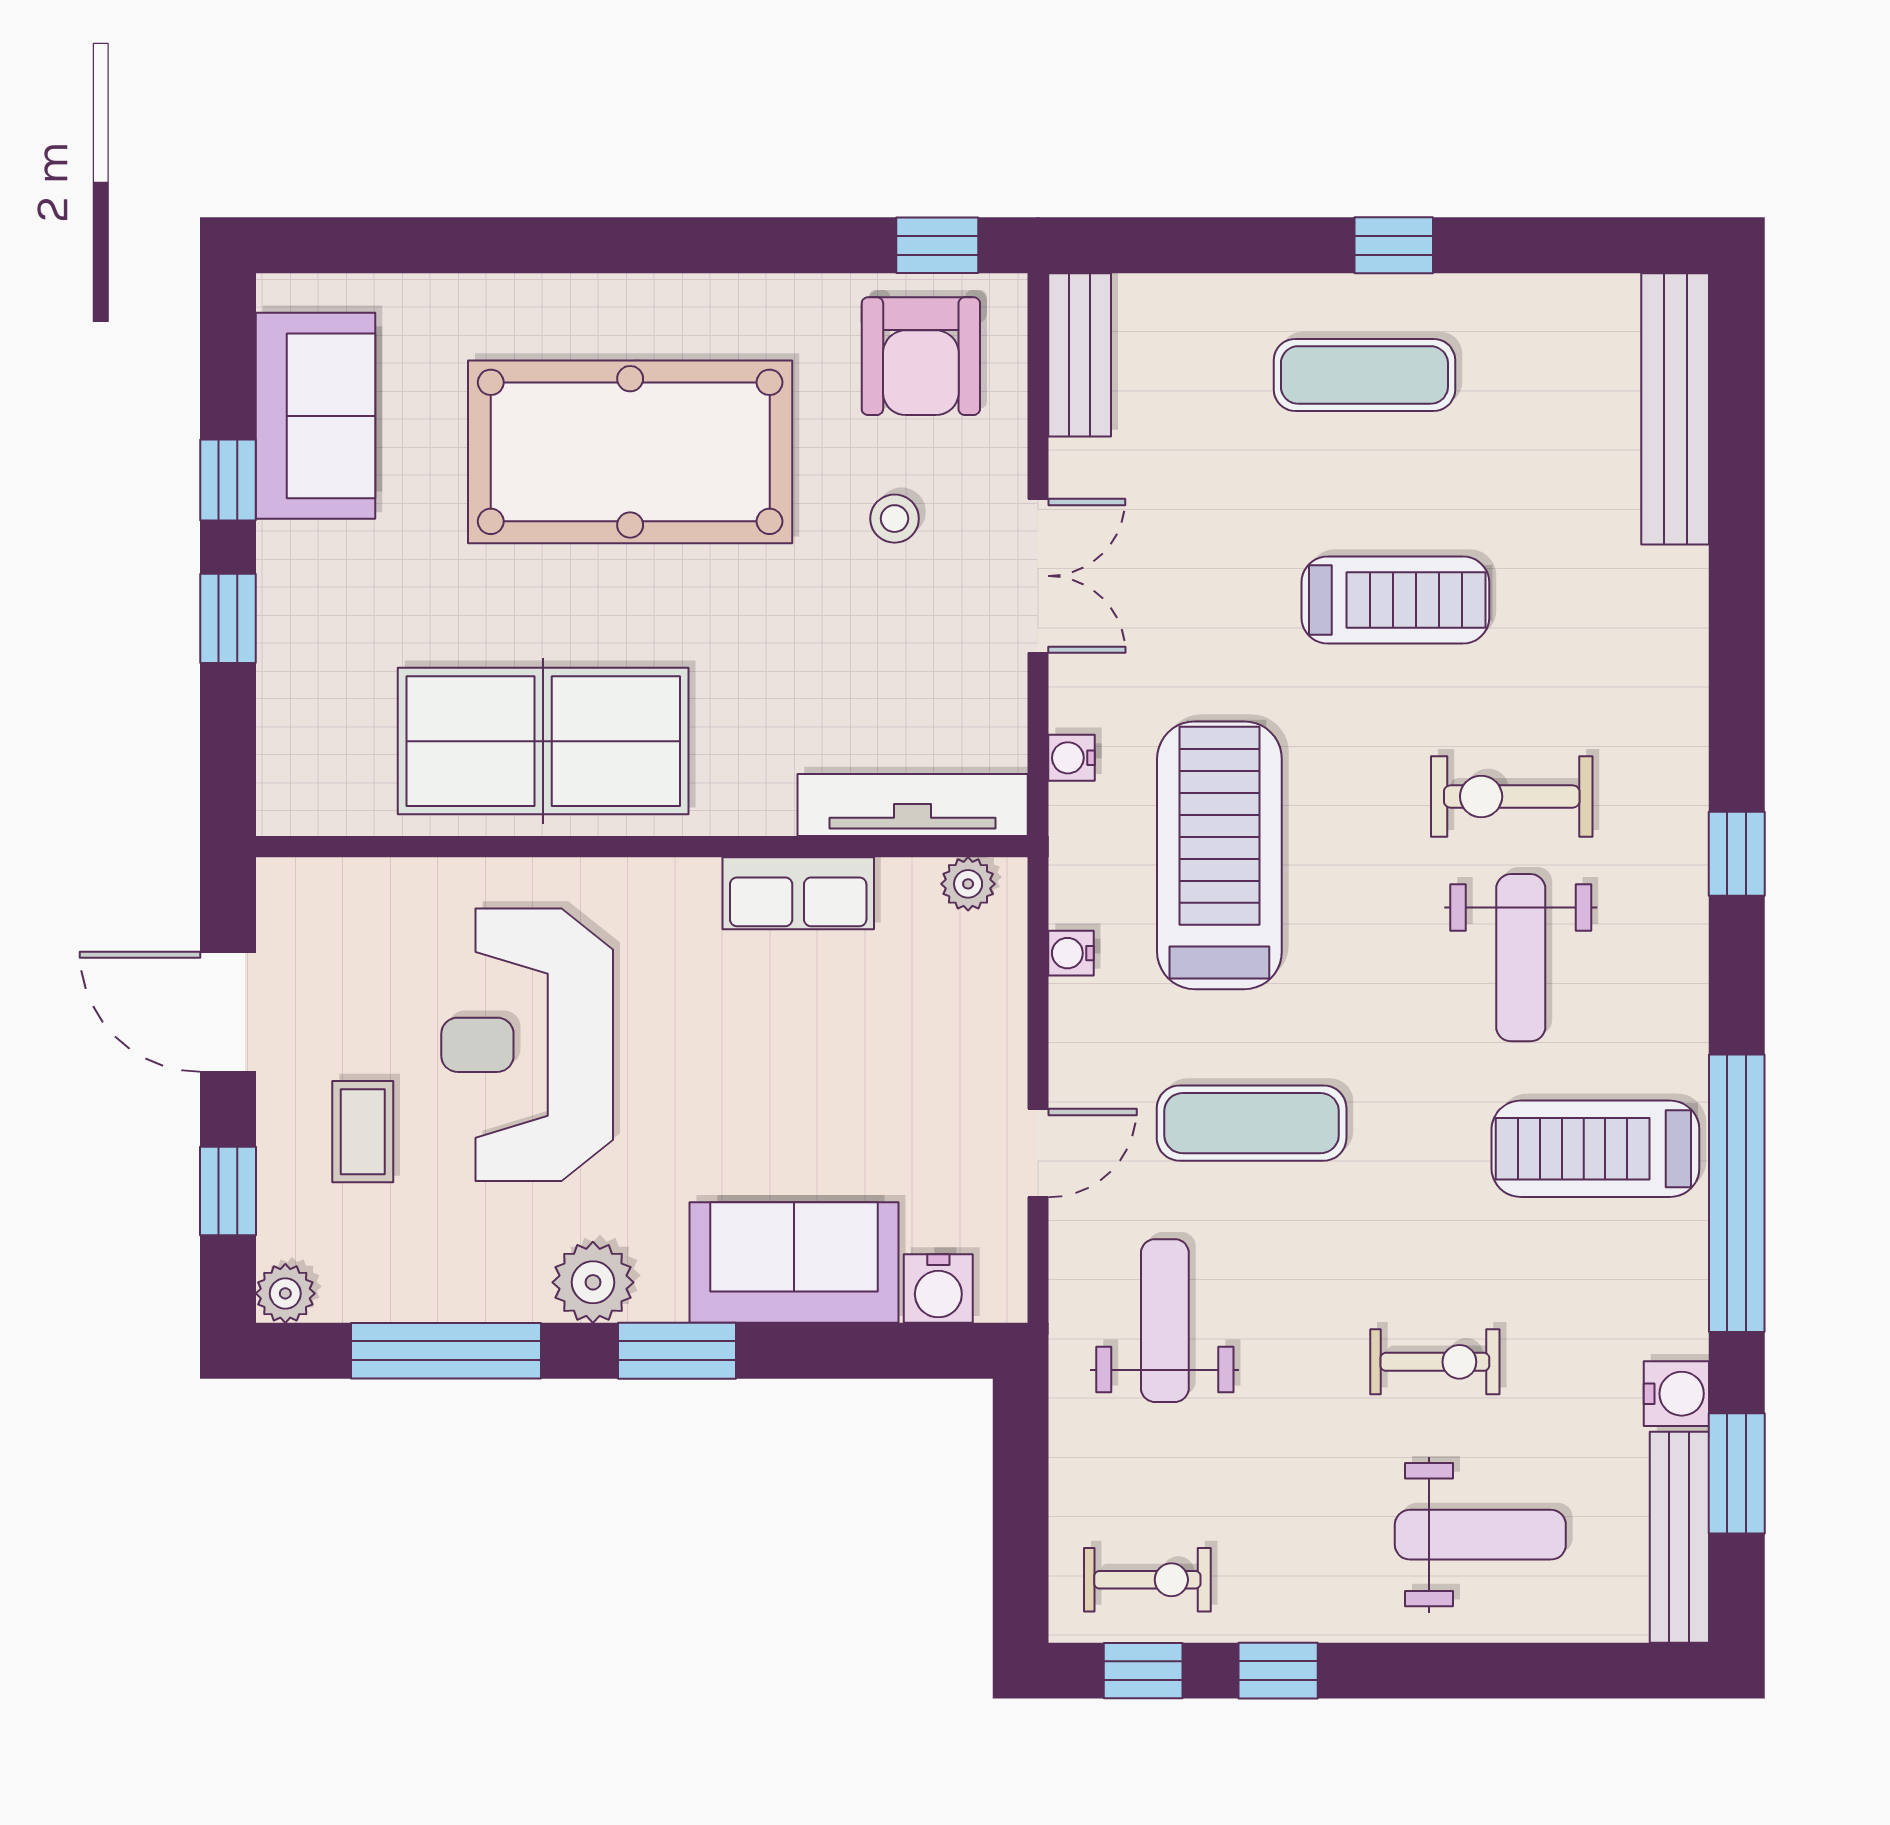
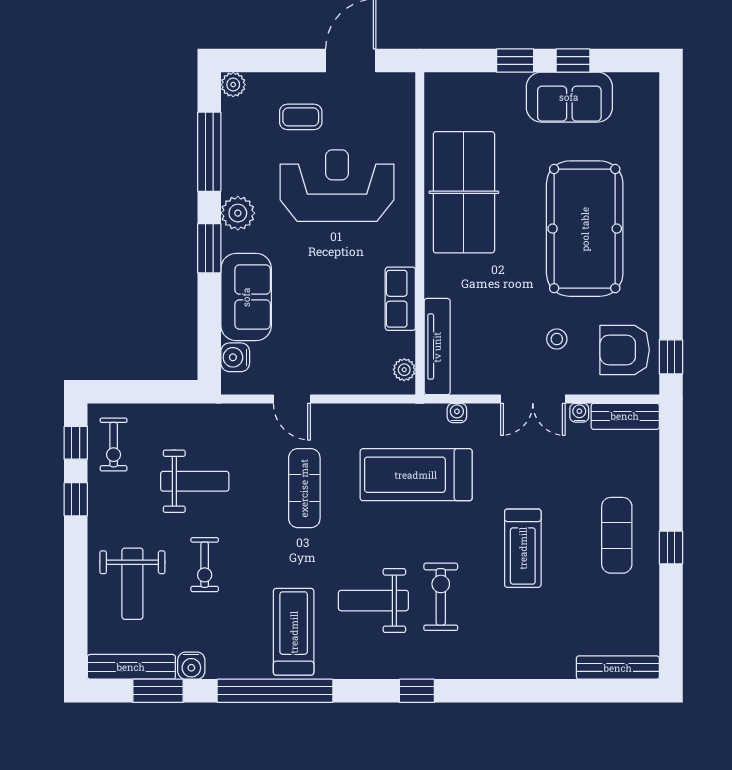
bench: (1675, 409) -> (618, 668), width x0.73, depth x0.82
sofa: (315, 416) -> (569, 97), moved
treadmill: (1219, 855) -> (416, 475), turned 180
water cooler: (1071, 953) -> (579, 413), moved
window: (228, 1191) -> (276, 61), removed
weight bench: (1165, 1321) -> (195, 481), moved

